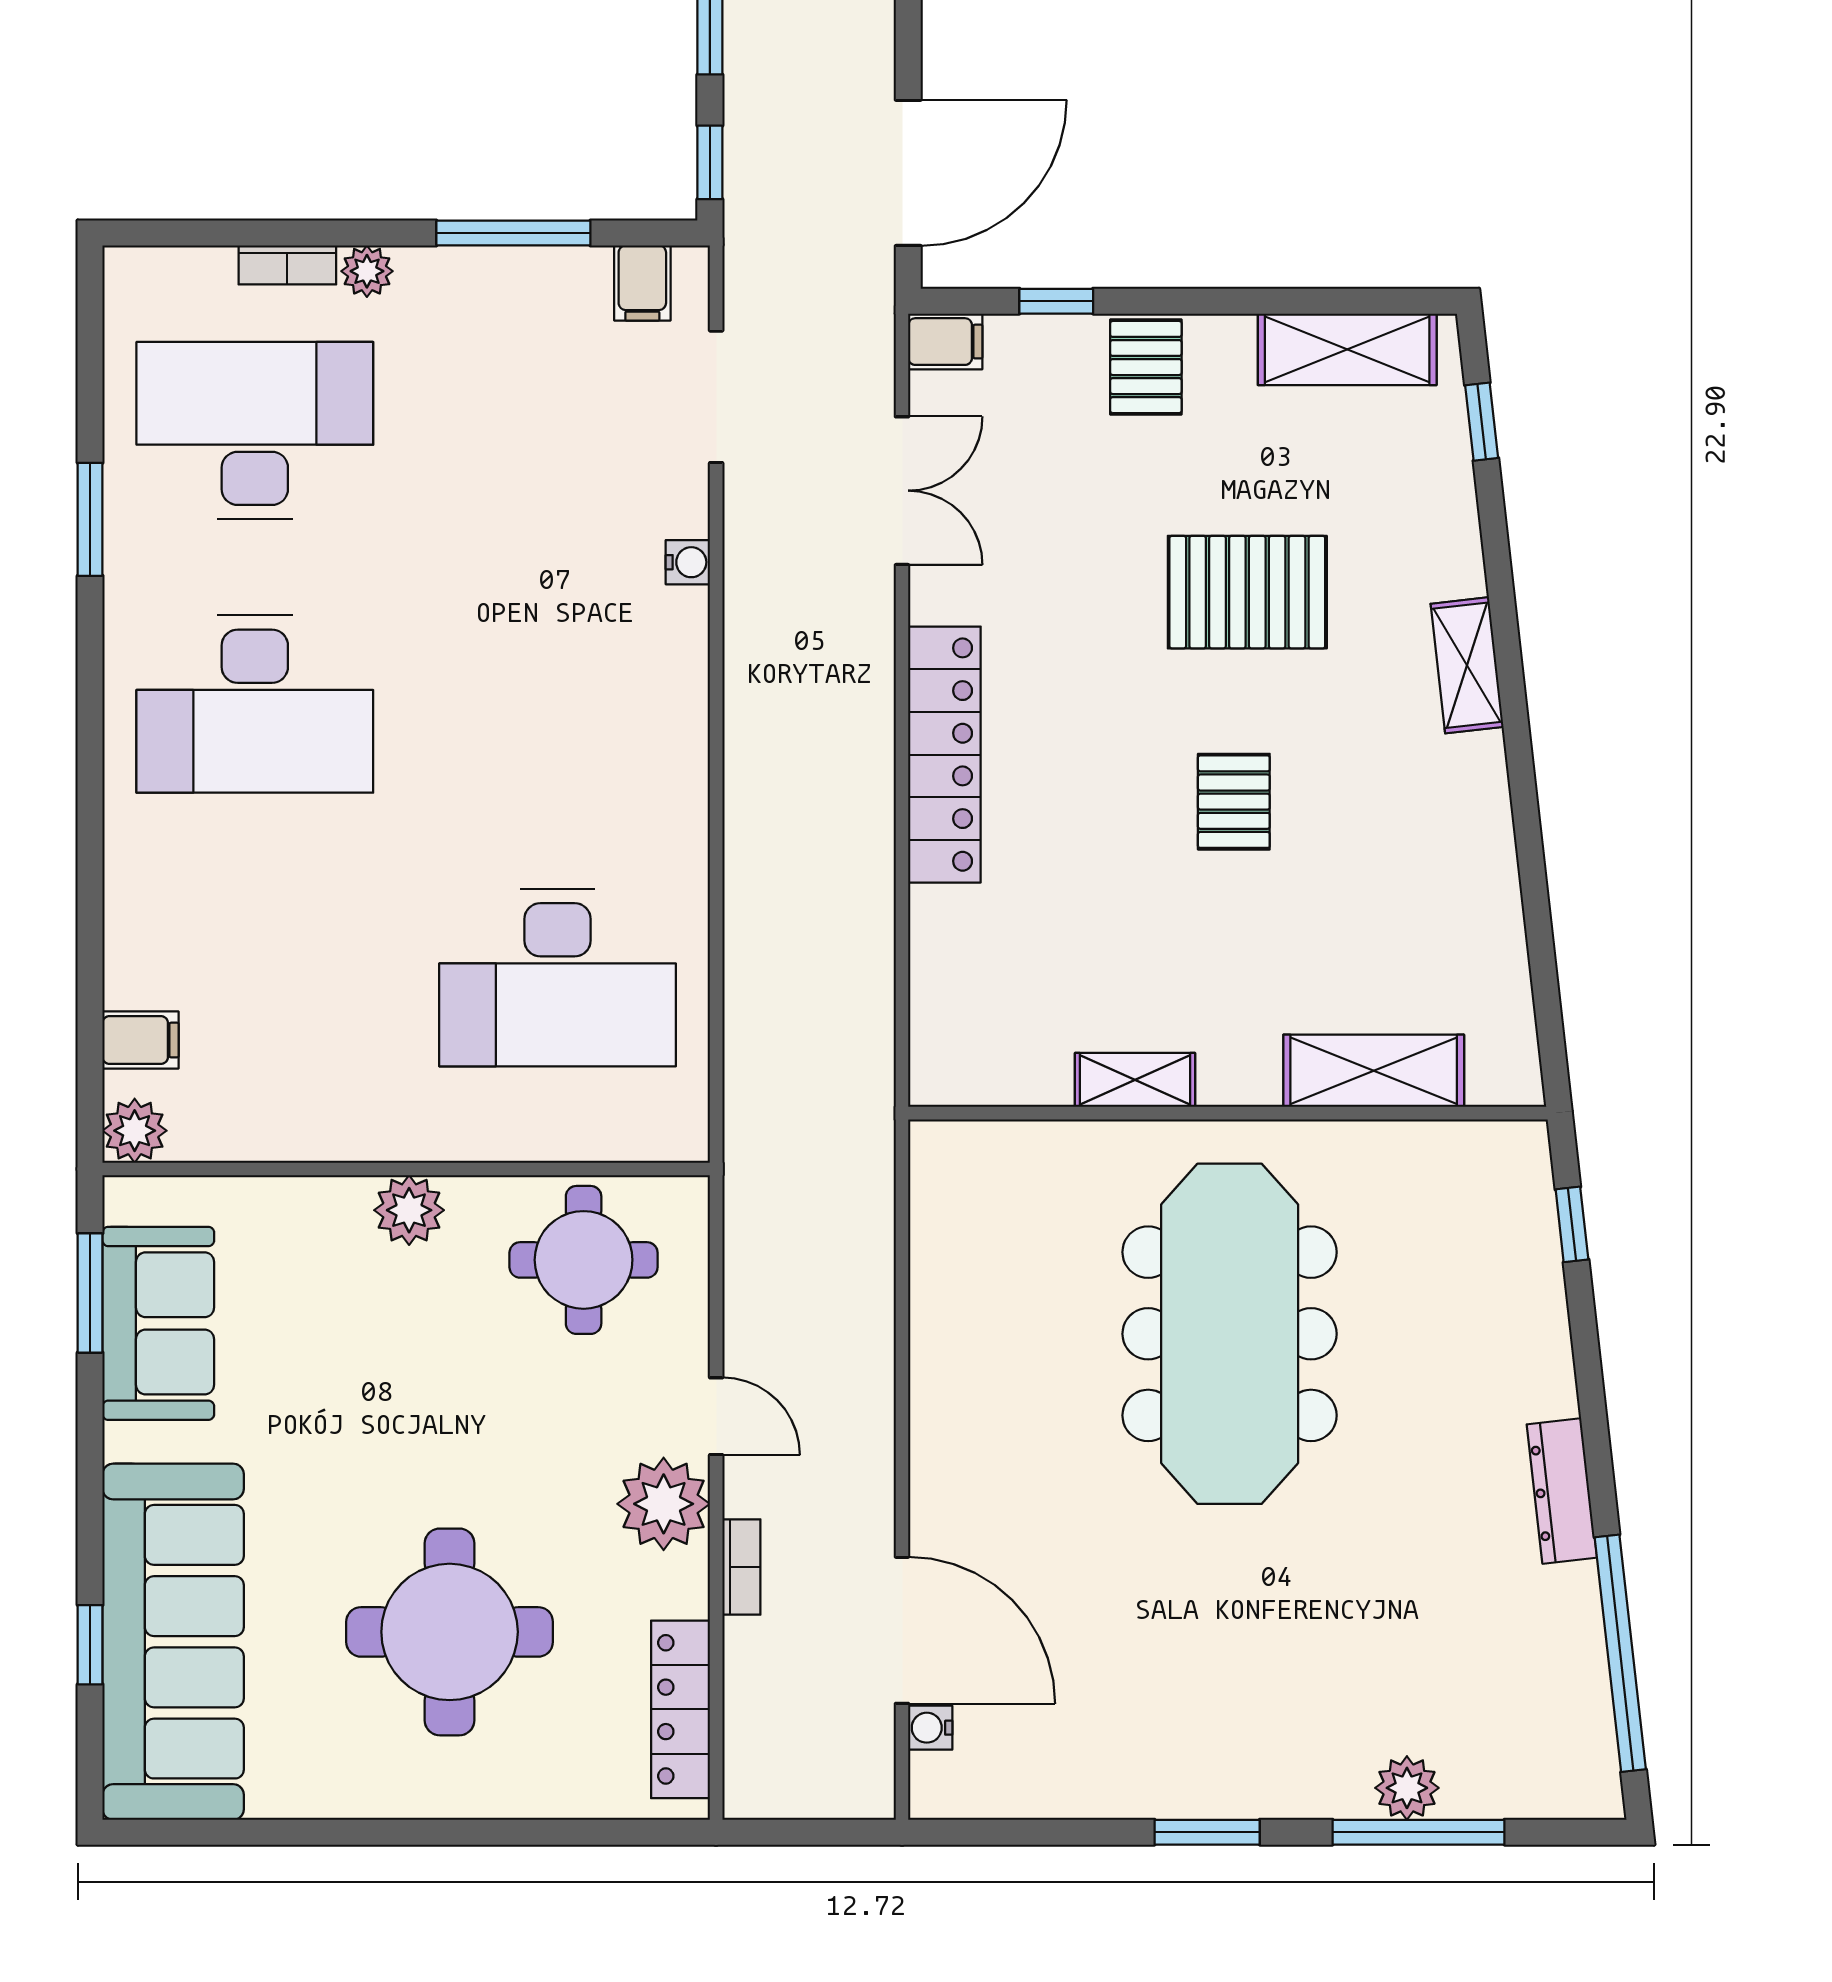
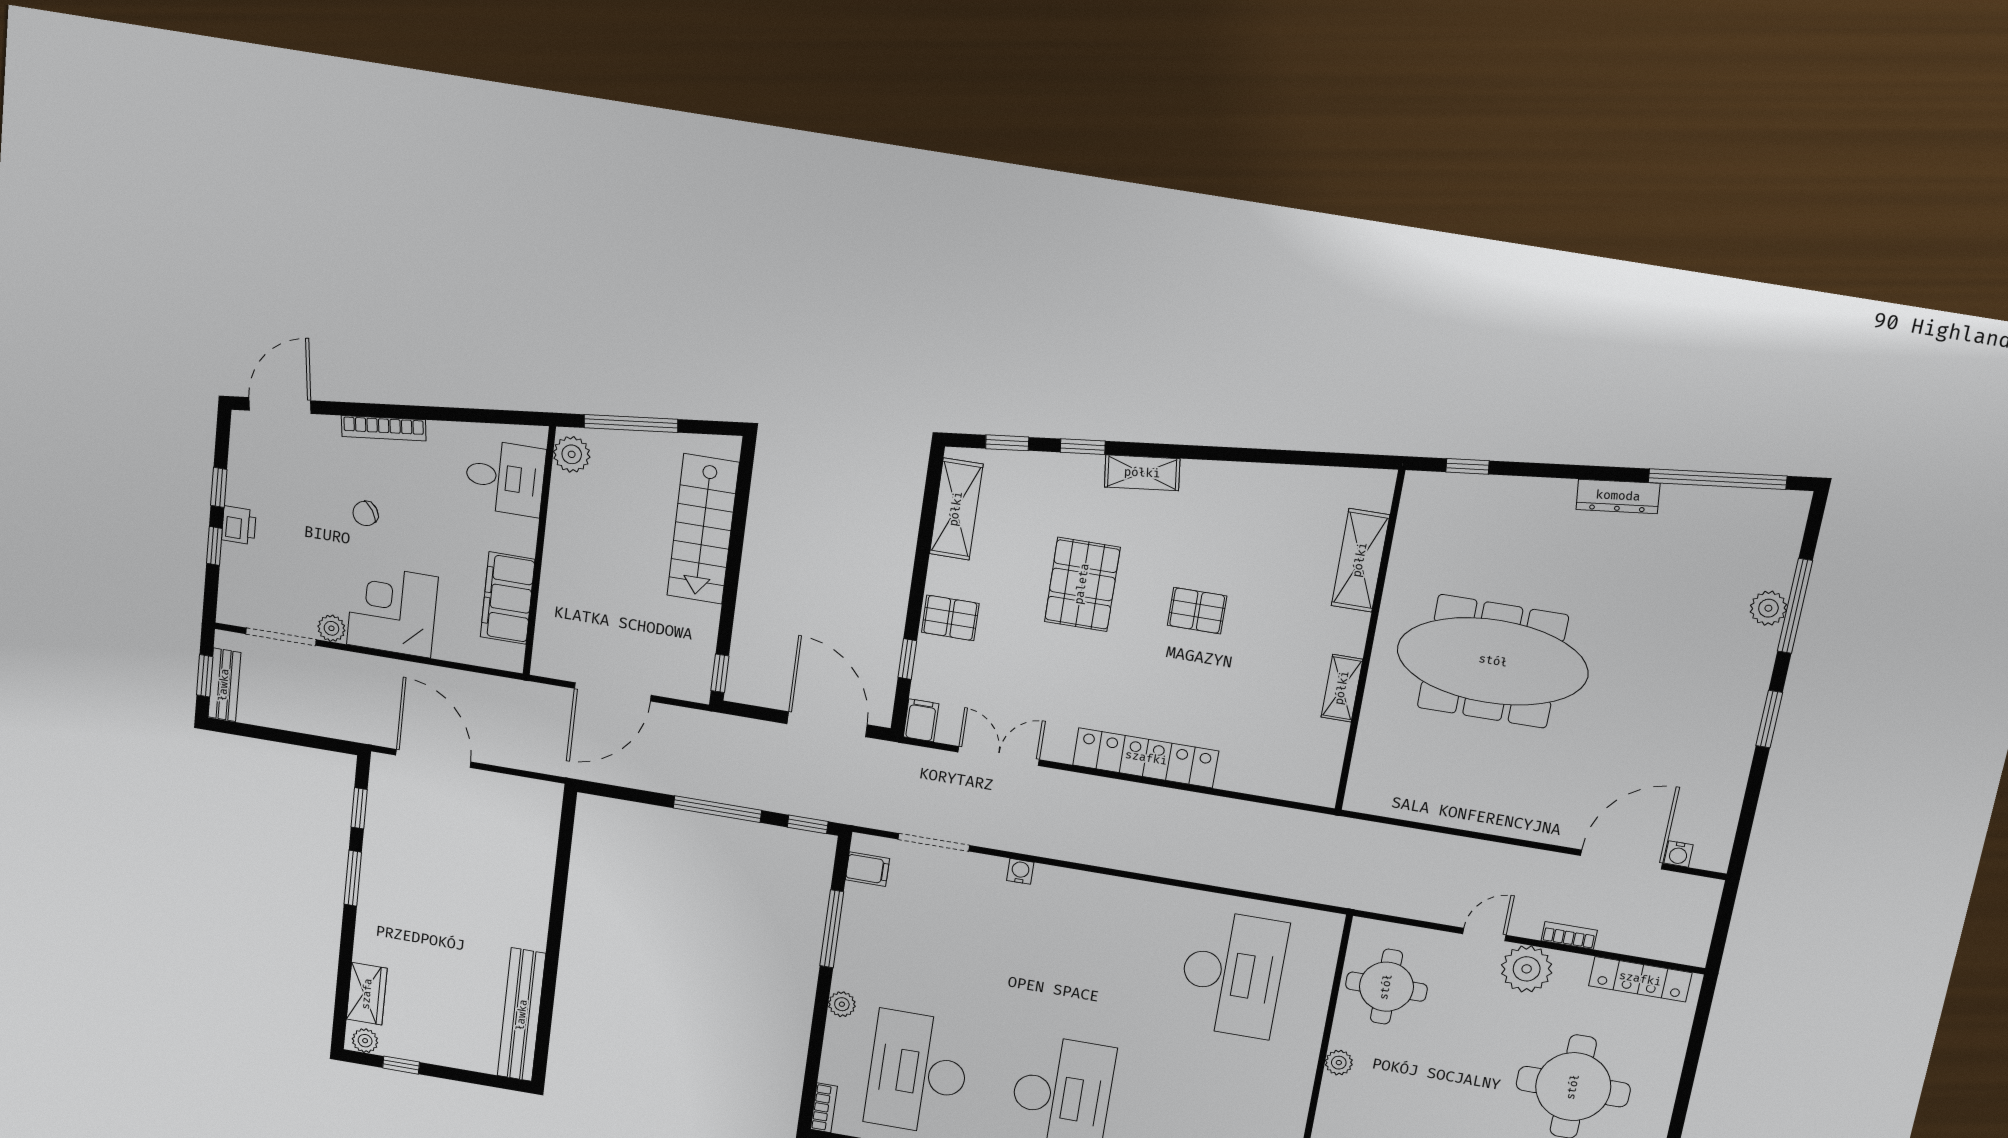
bookcase: (287, 265) -> (824, 1108), moved
window: (1497, 555) -> (1083, 447), added
plant: (409, 1210) -> (1339, 1063), width x0.73, depth x0.73

